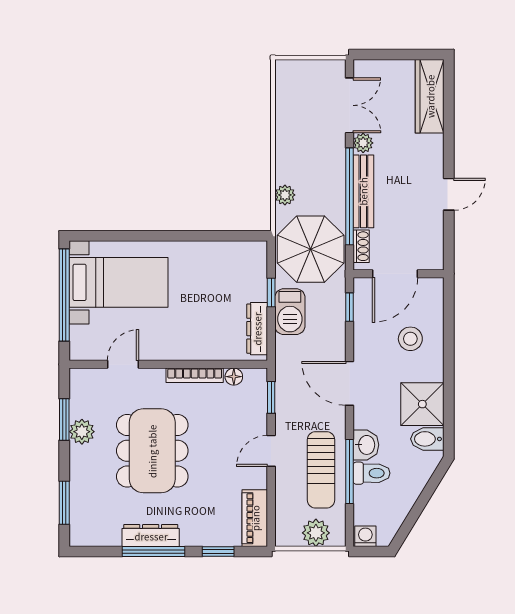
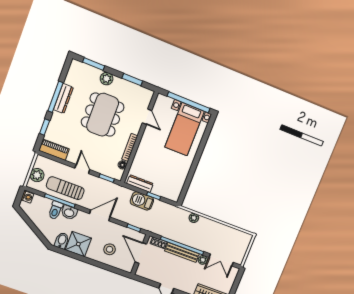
parasol: (311, 249) -> (166, 220), removed
plant: (82, 432) -> (107, 79), moved
dining table: (152, 451) -> (103, 115), turned 90

